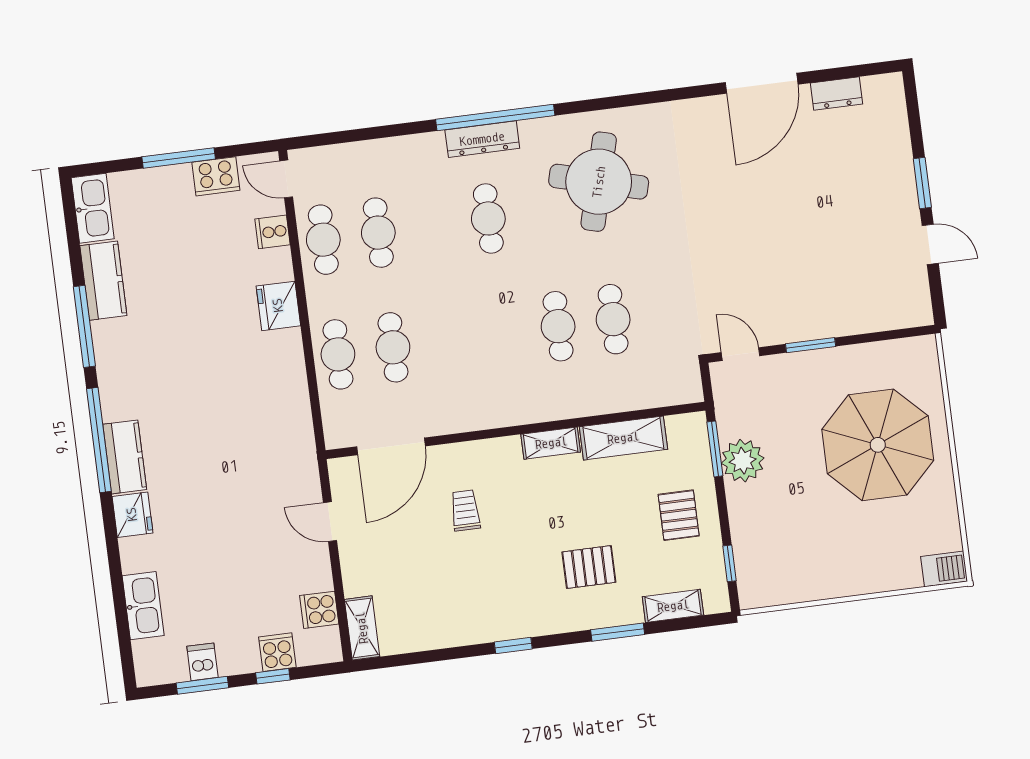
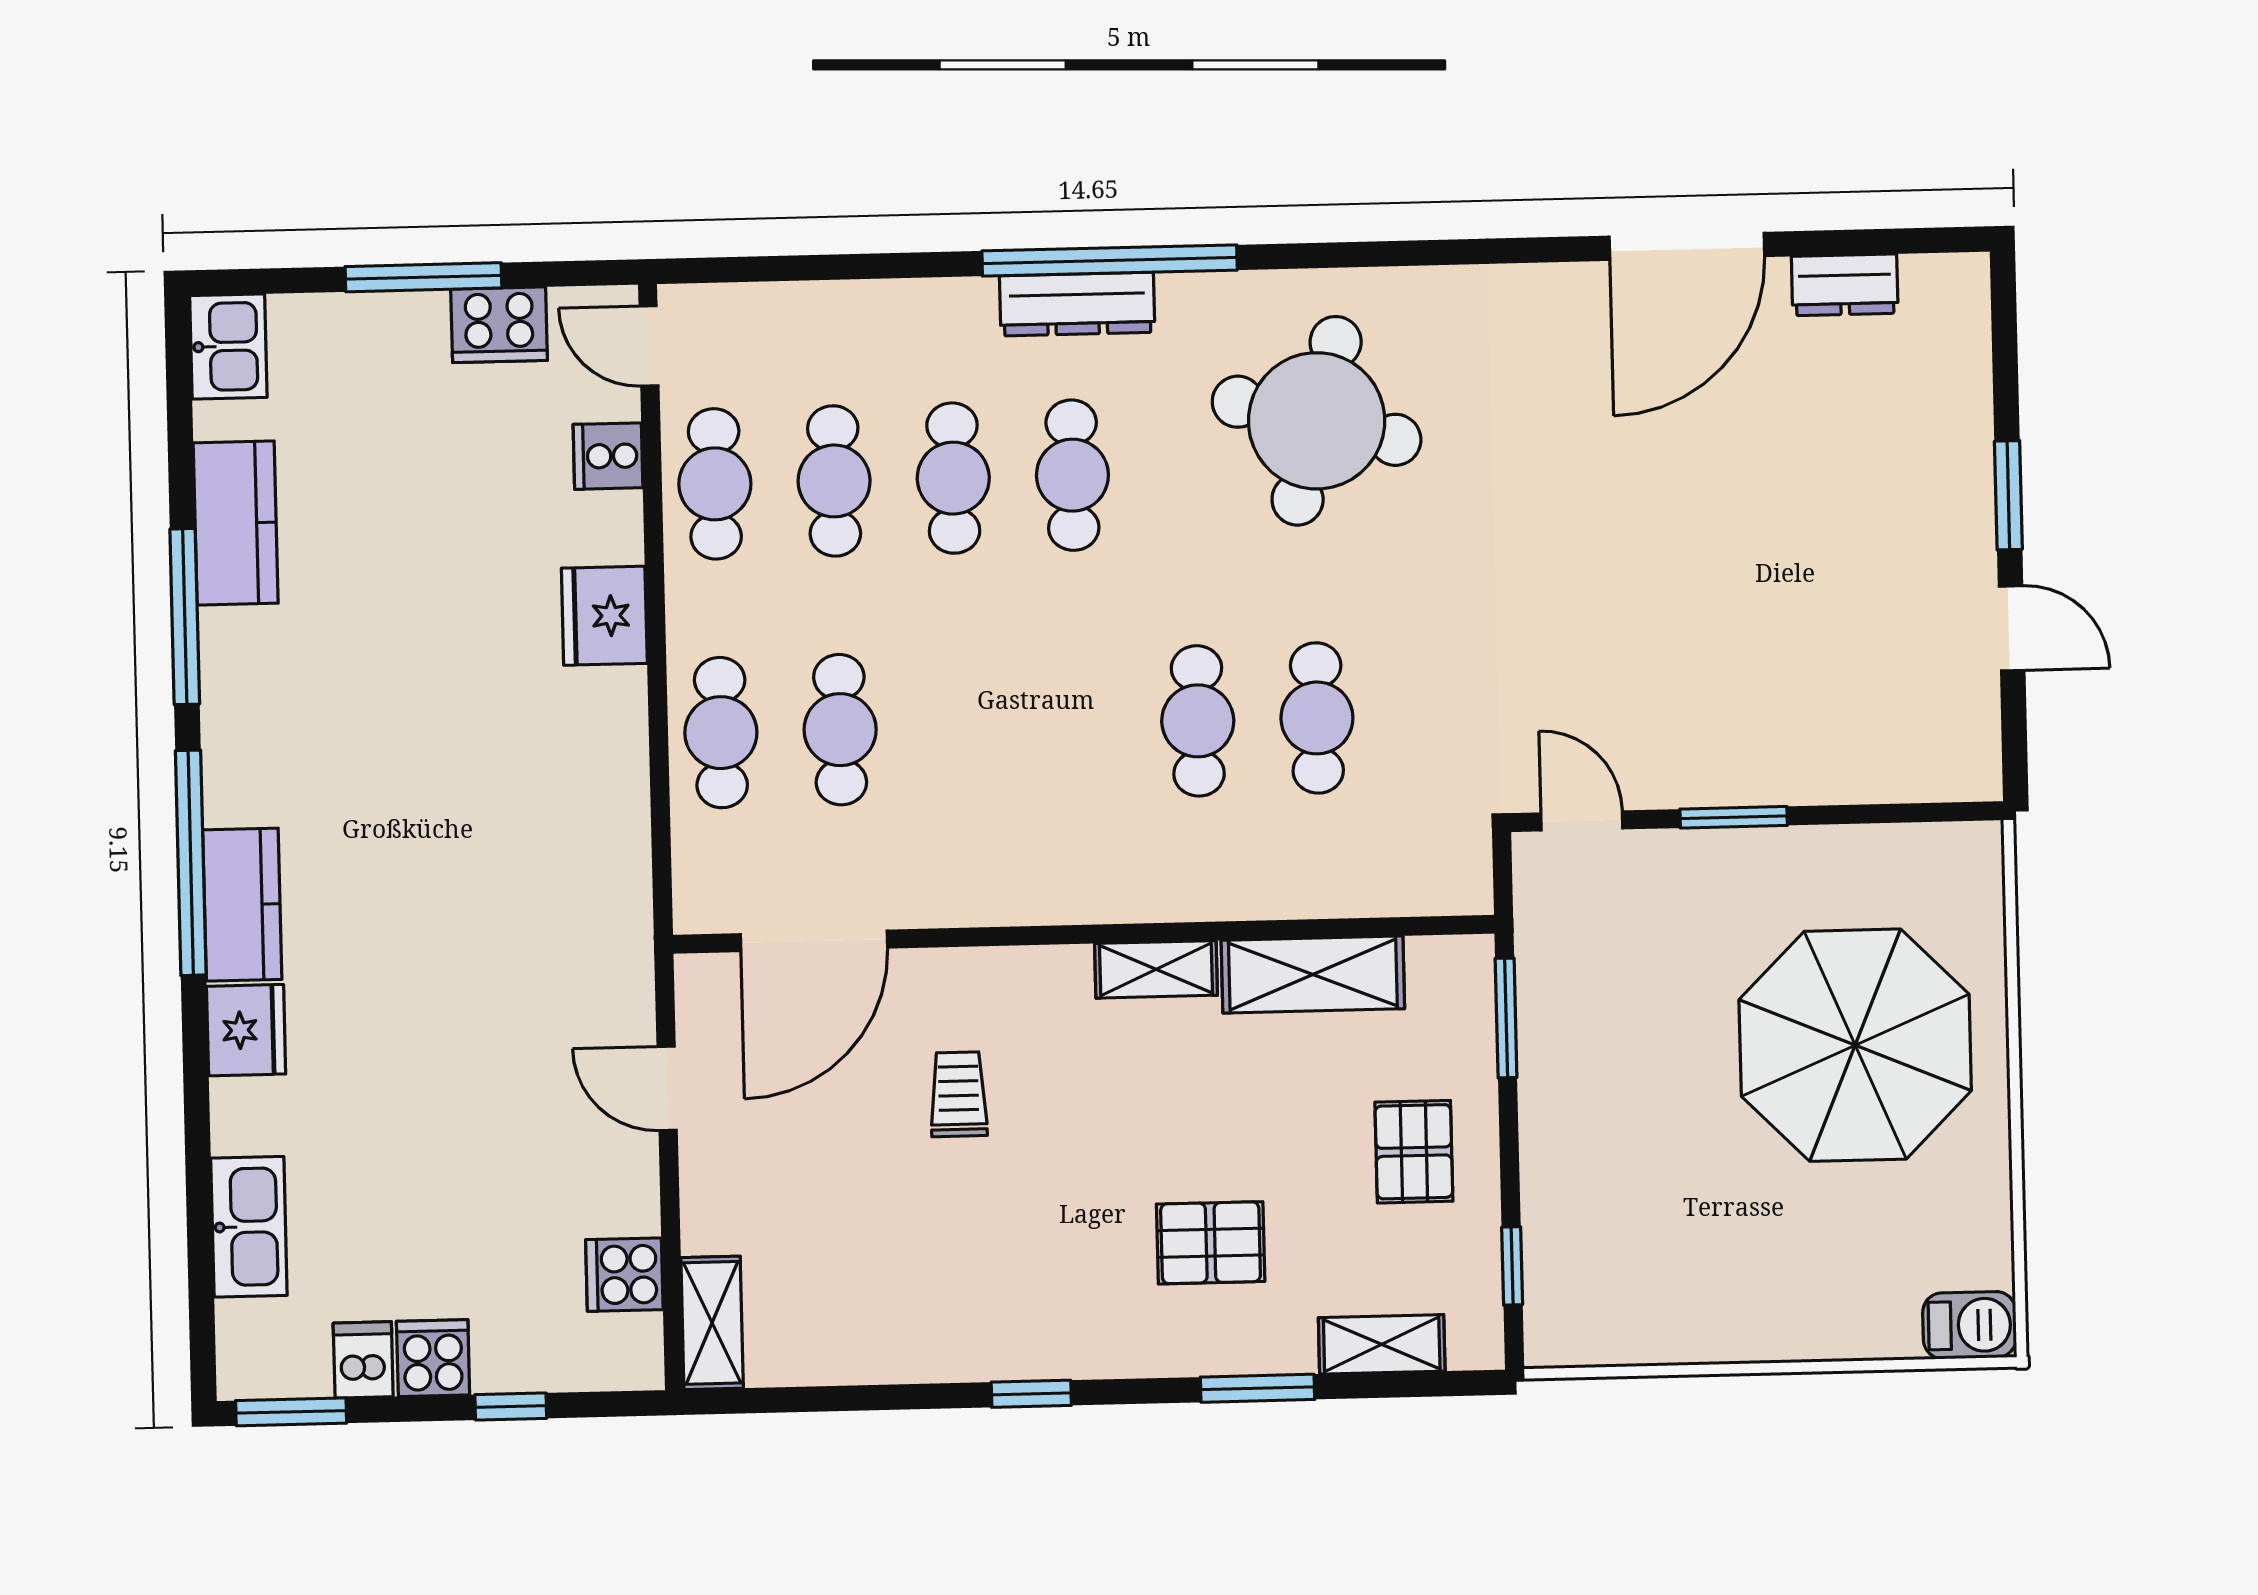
kitchen sink: (93, 208) -> (228, 346), width x0.73
cafe table: (433, 226) -> (953, 478), added
plant: (743, 461) -> (1563, 1049), removed
cooker: (277, 652) -> (433, 1358), moved
window: (202, 685) -> (291, 1412), moved

